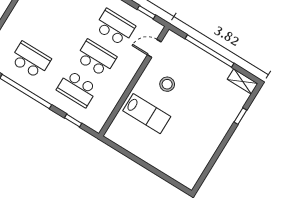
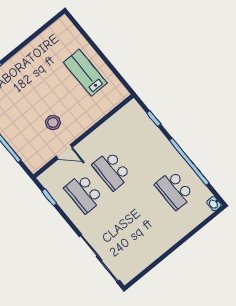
door: (154, 48) -> (64, 152), moved
school desk: (77, 89) -> (139, 148), removed
lab bench: (147, 114) -> (85, 73), moved

